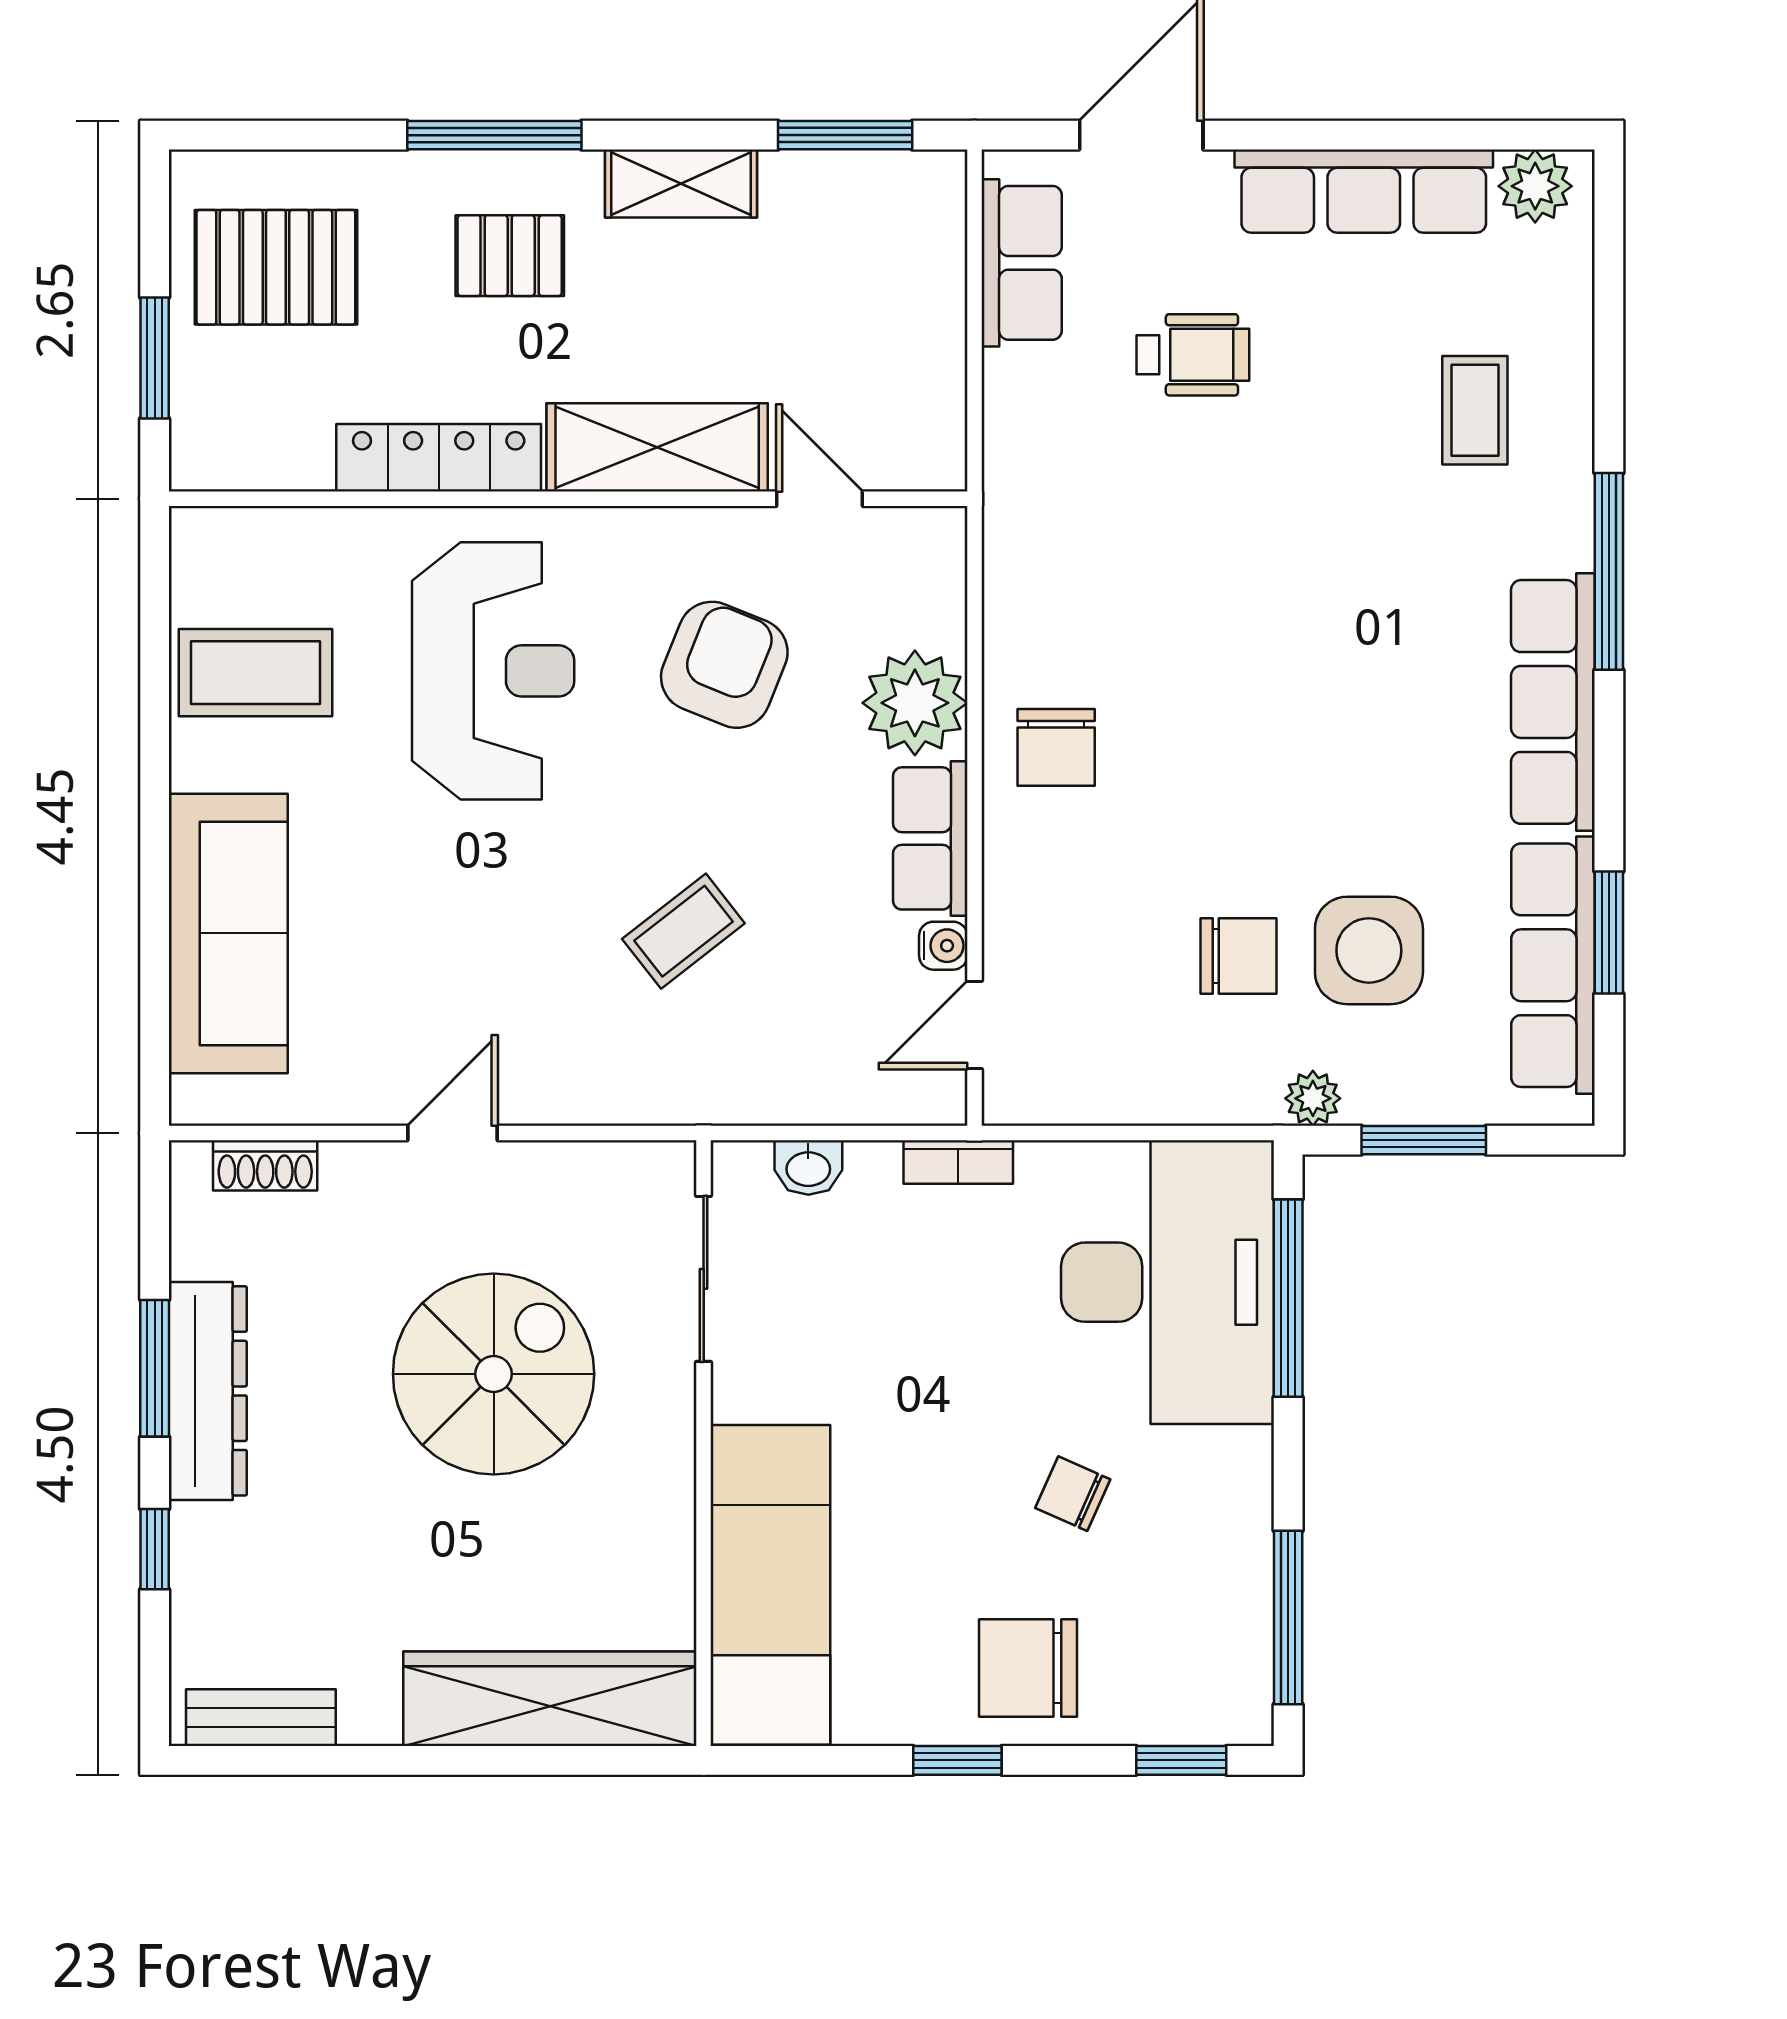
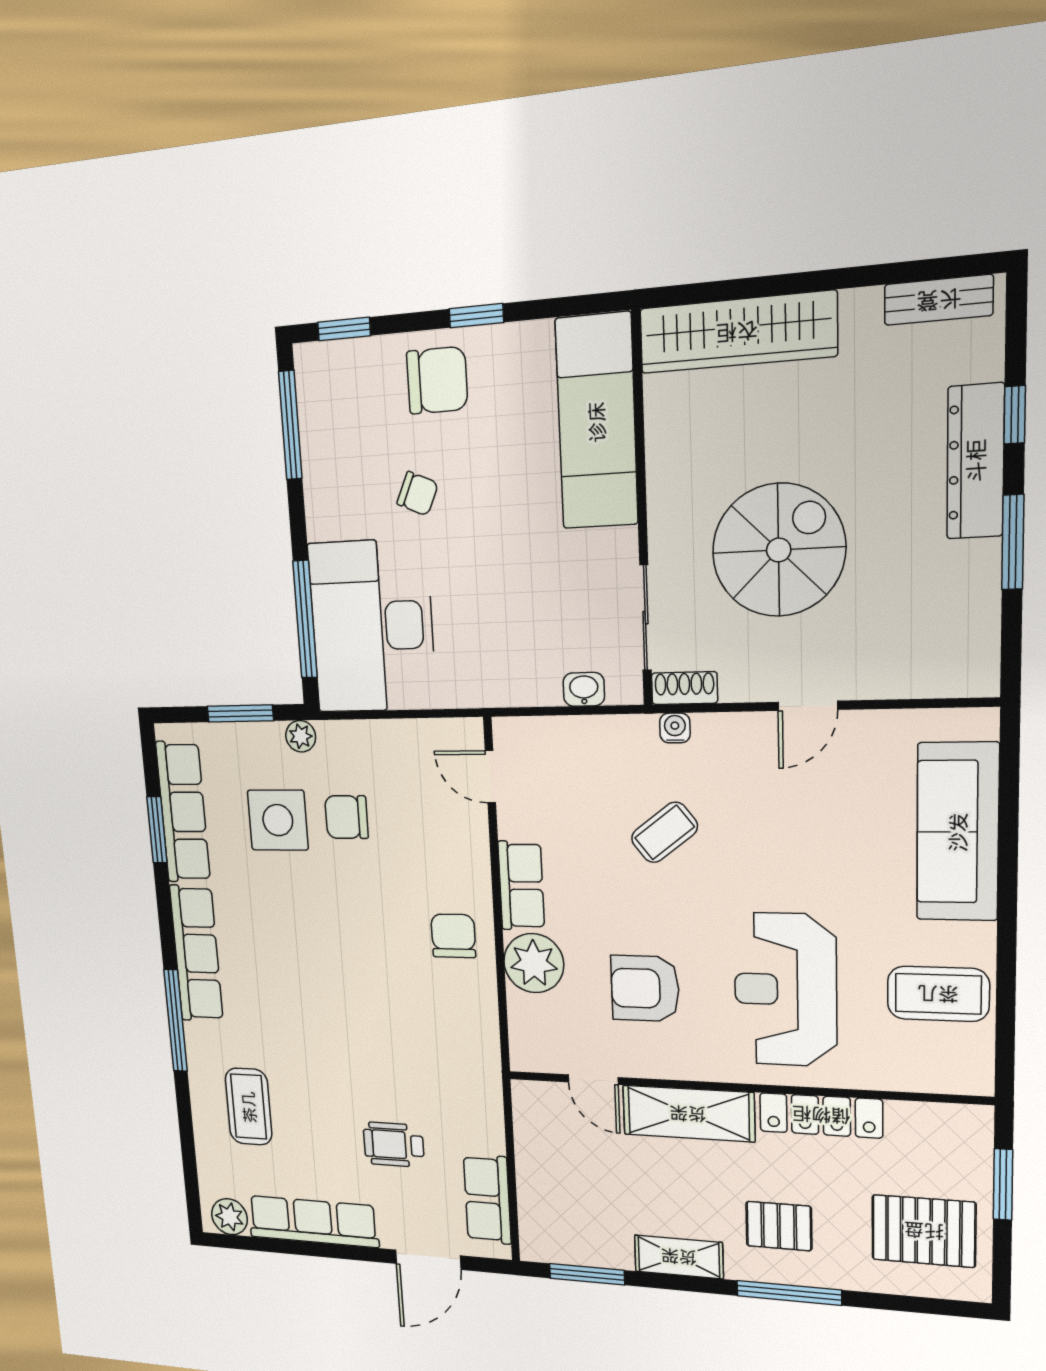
coffee table: (1475, 410) -> (249, 1107), width x1.36, depth x1.30
armchair: (724, 665) -> (645, 988), turned 68
water cooler: (943, 946) -> (675, 728), moved, turned 90
door: (974, 1025) -> (490, 777), swing flipped
bookcase: (958, 1162) -> (495, 695), removed
shoe rack: (265, 1165) -> (684, 688), moved
spiral stairs: (494, 1374) -> (779, 550), turned 180
dresser: (208, 1391) -> (976, 461), moved

